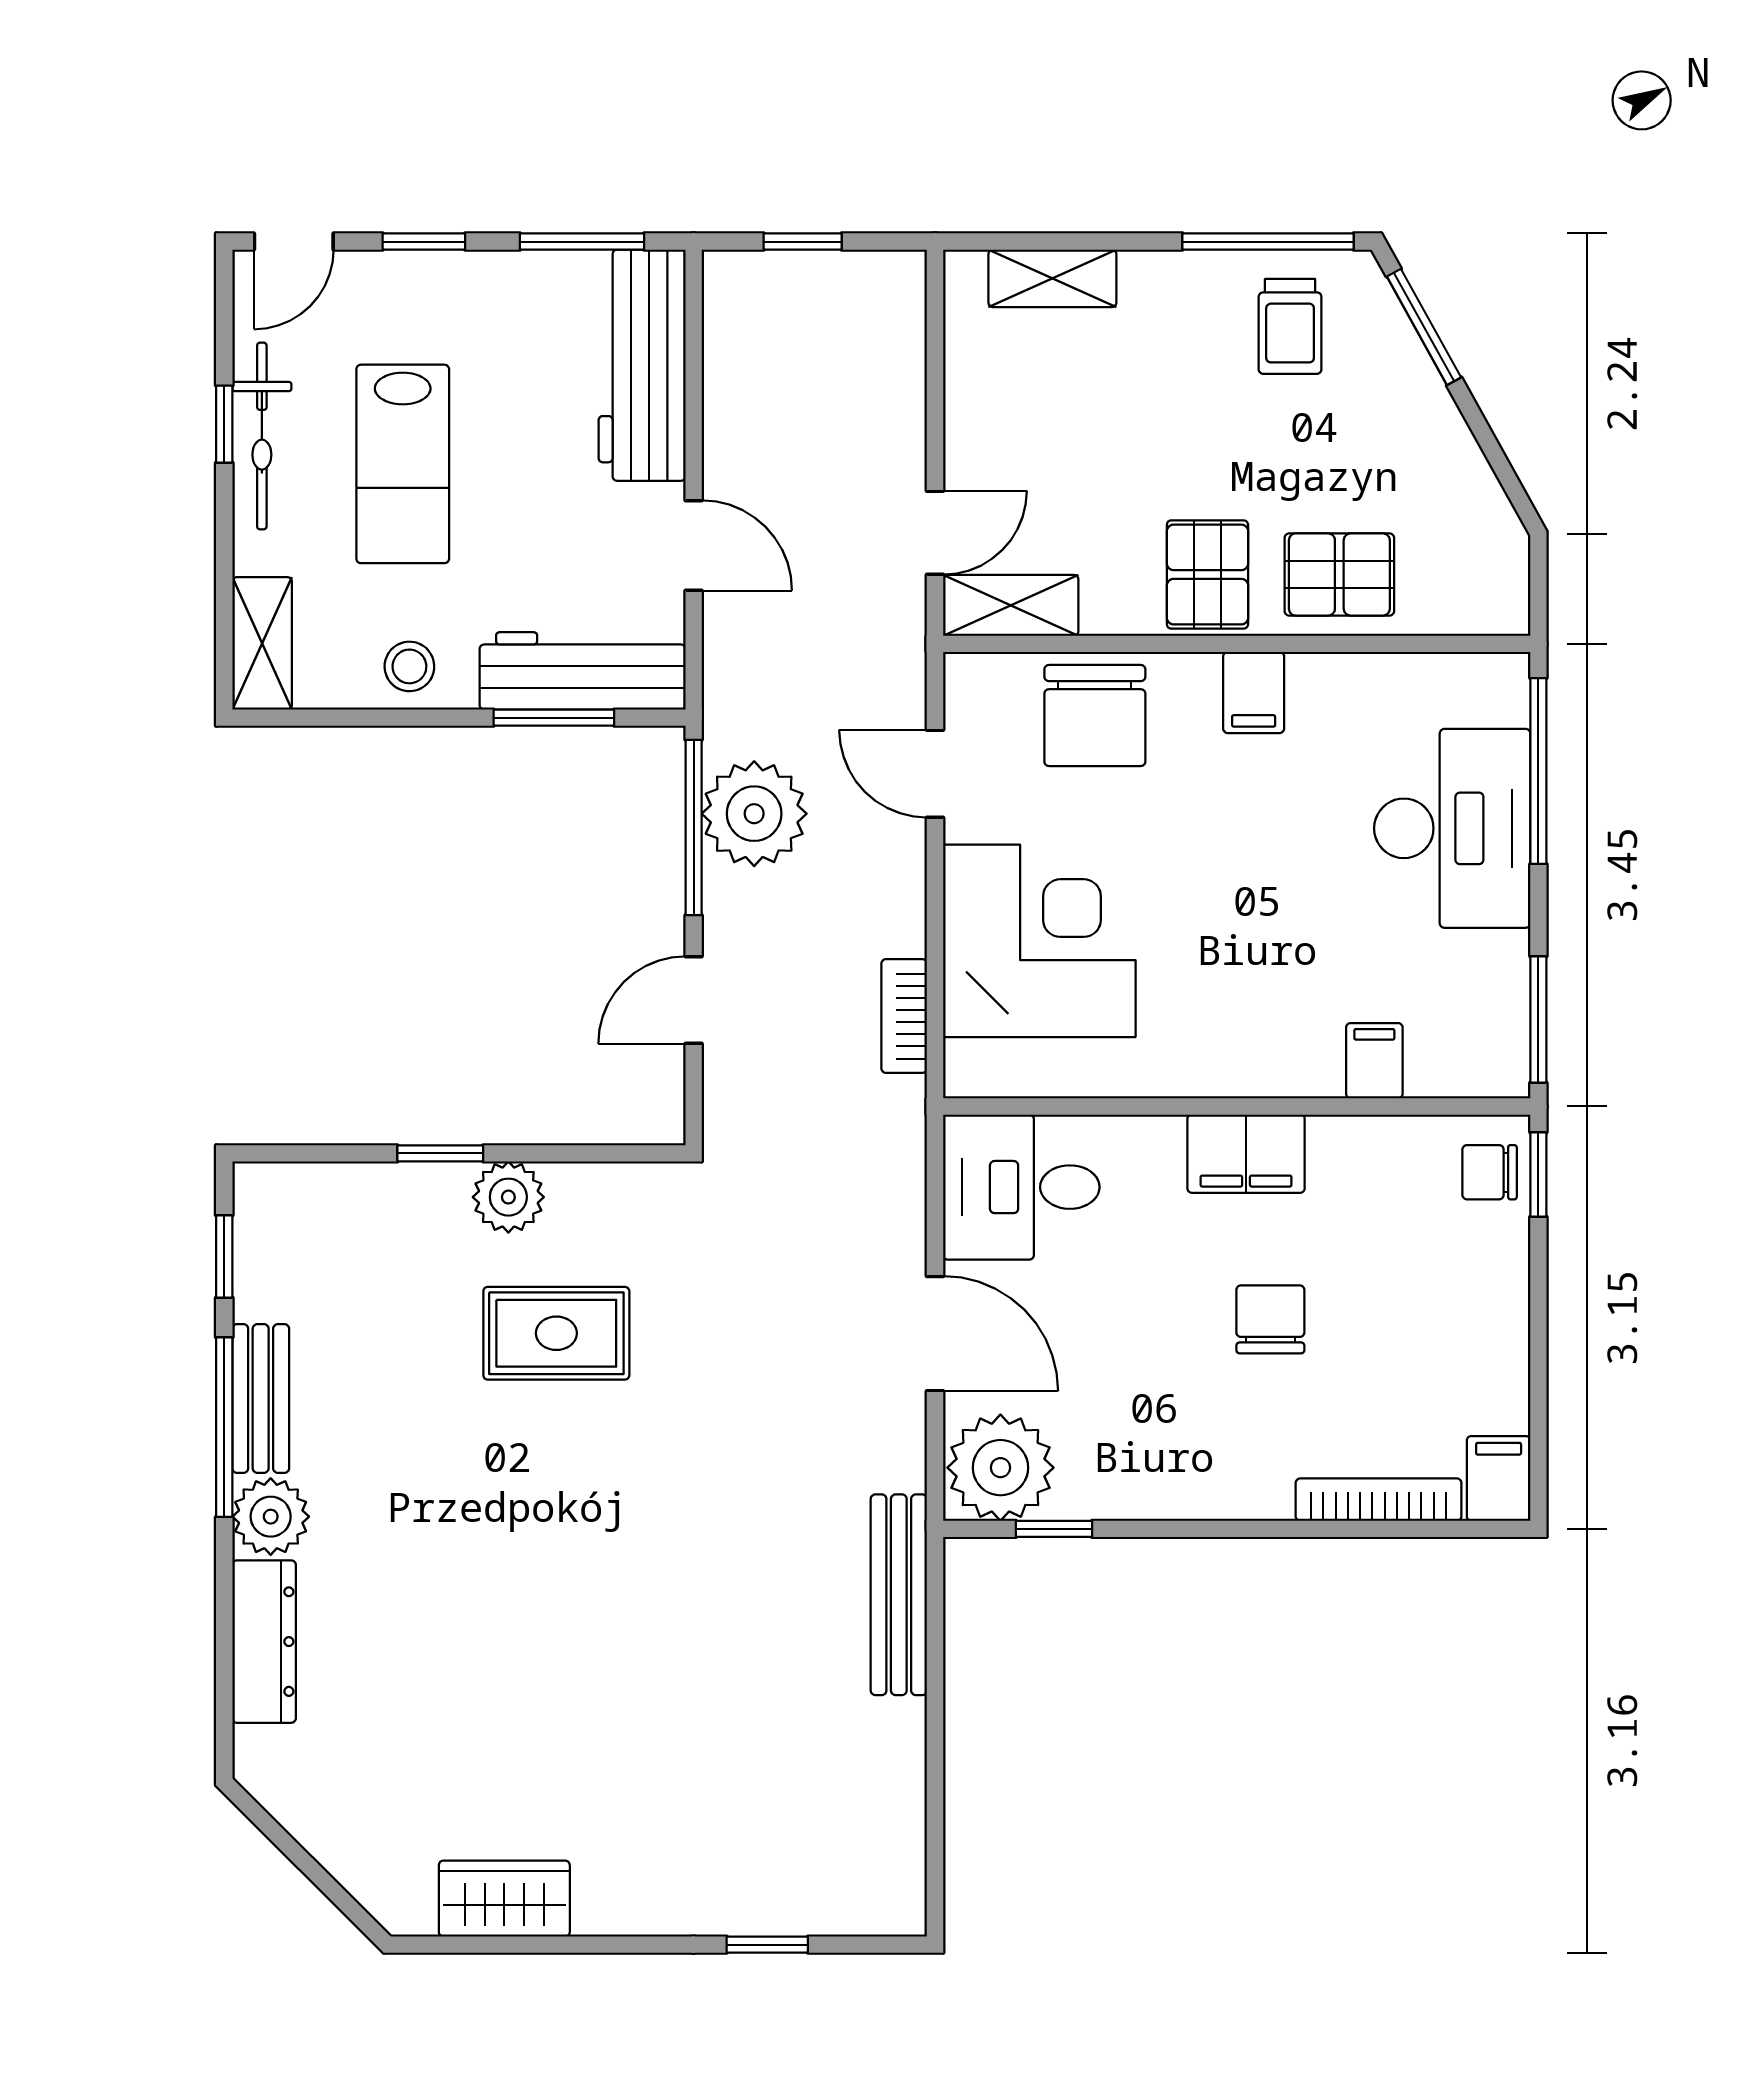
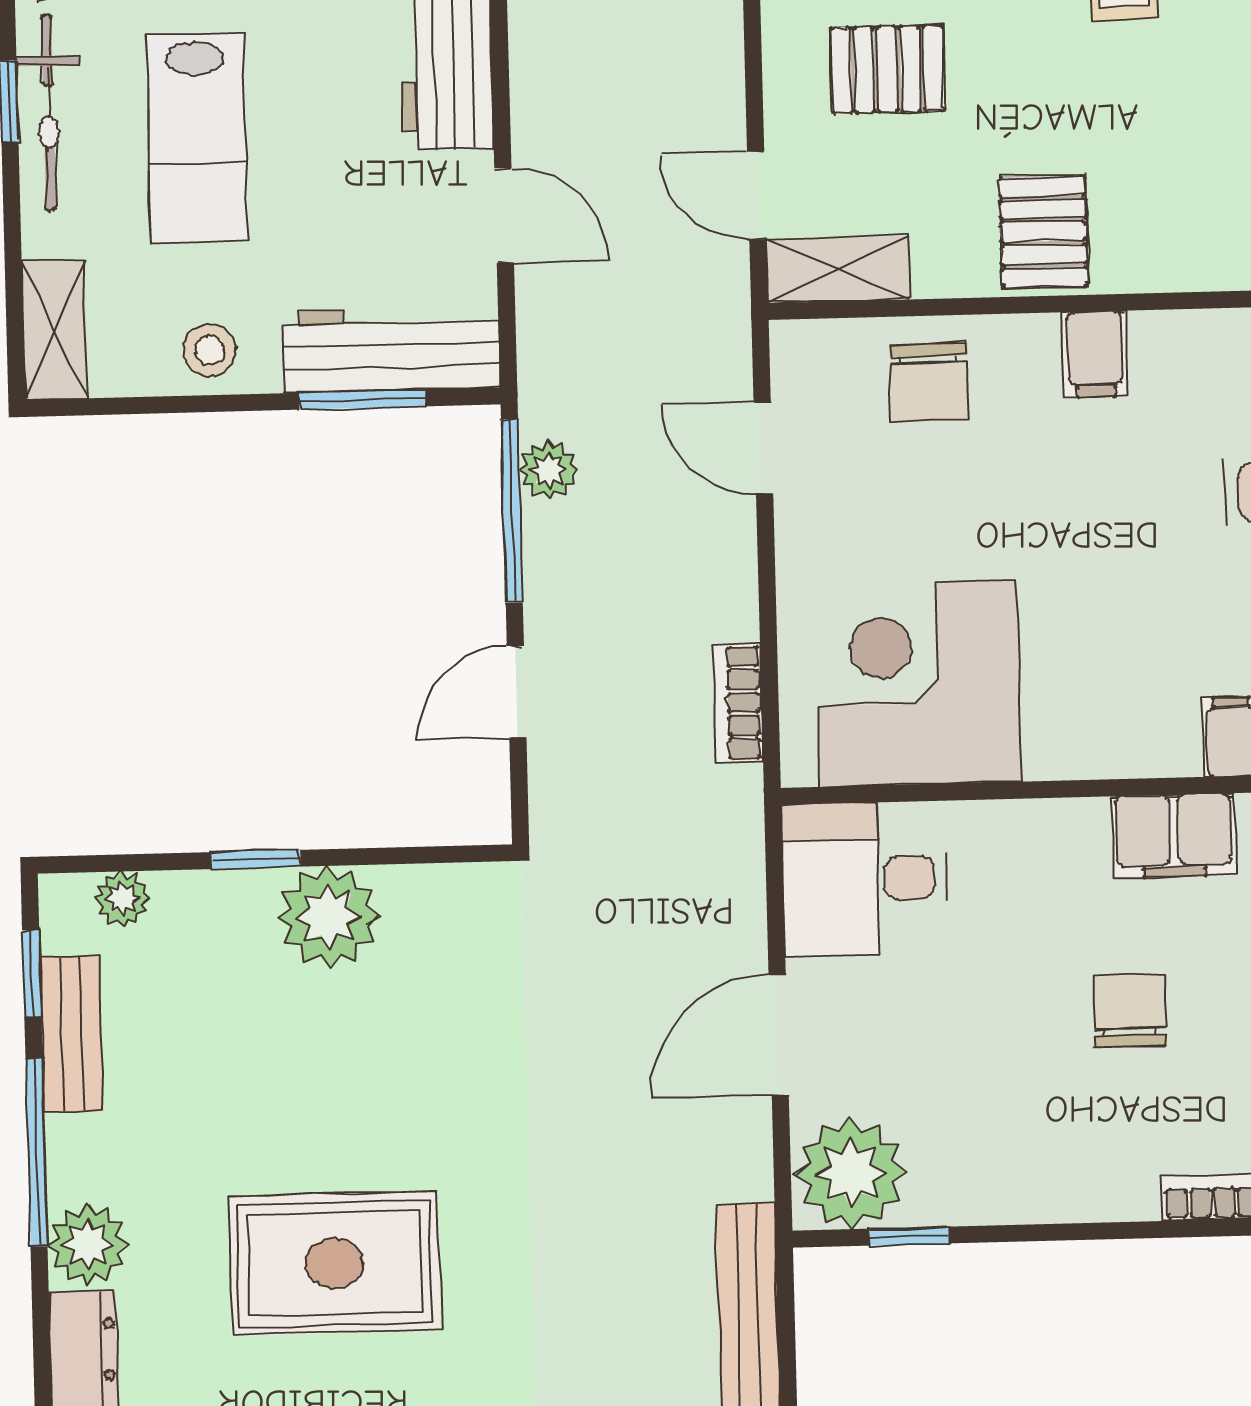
door: (935, 533) -> (757, 196), swing flipped
pallet: (1339, 574) -> (887, 69), moved
chair: (1095, 715) -> (929, 383), width x0.73, depth x0.73
plant: (754, 814) -> (549, 470), width x0.53, depth x0.53
corner desk: (1039, 941) -> (918, 684), moved, turned -90
filing cabinet: (1246, 1154) -> (1174, 836), moved
plant: (312, 1188) -> (122, 899), added
plant: (508, 1197) -> (328, 917), width x1.36, depth x1.36
rug: (556, 1333) -> (334, 1263), moved, width x1.36, depth x1.43
door: (935, 1334) -> (779, 1035), swing flipped
bench: (261, 1398) -> (72, 1034), moved

